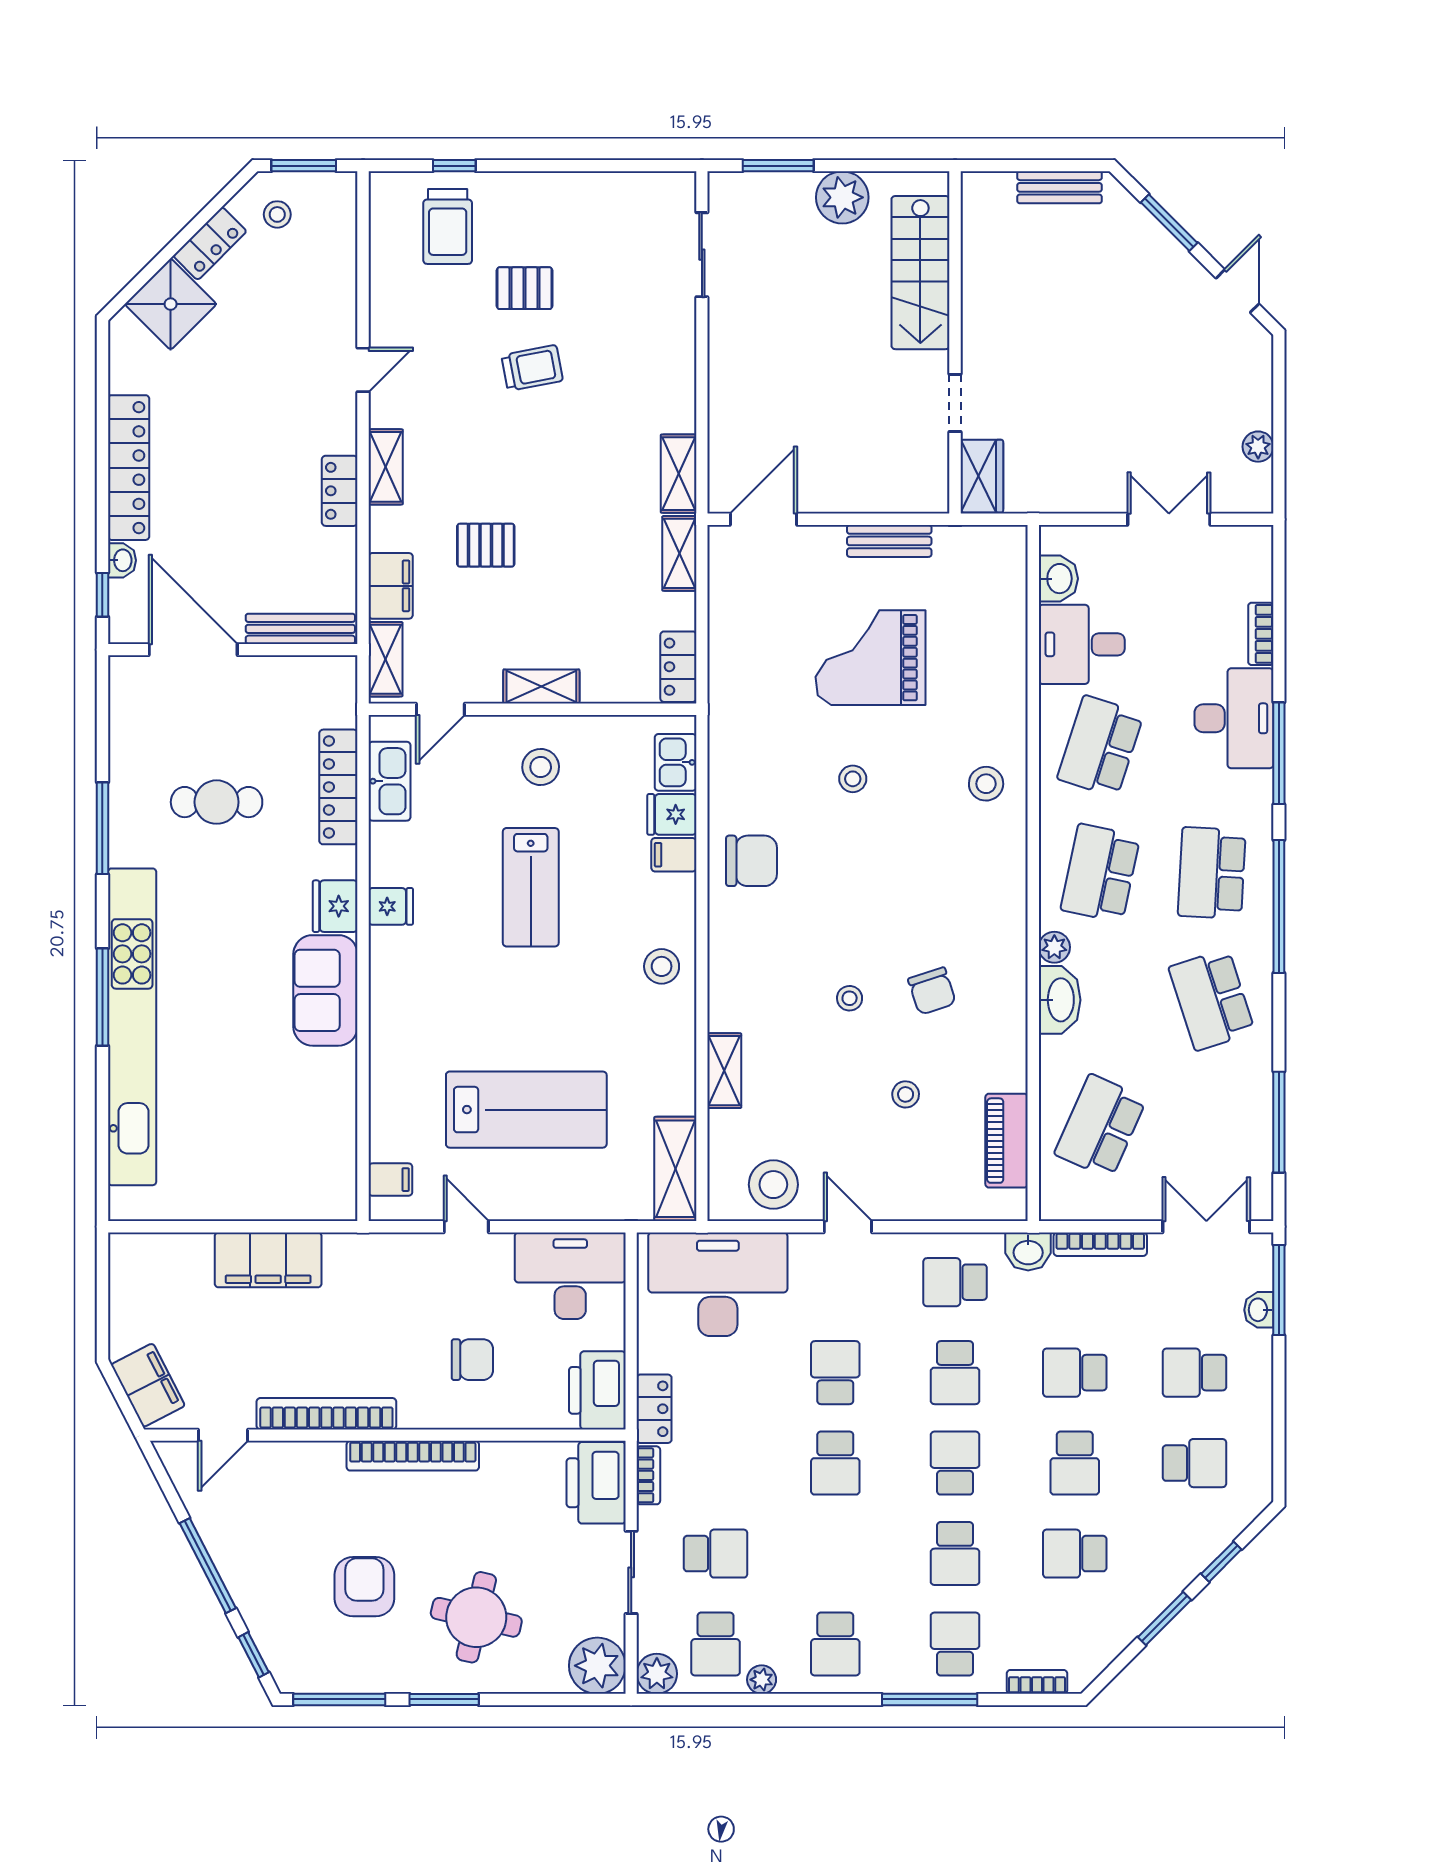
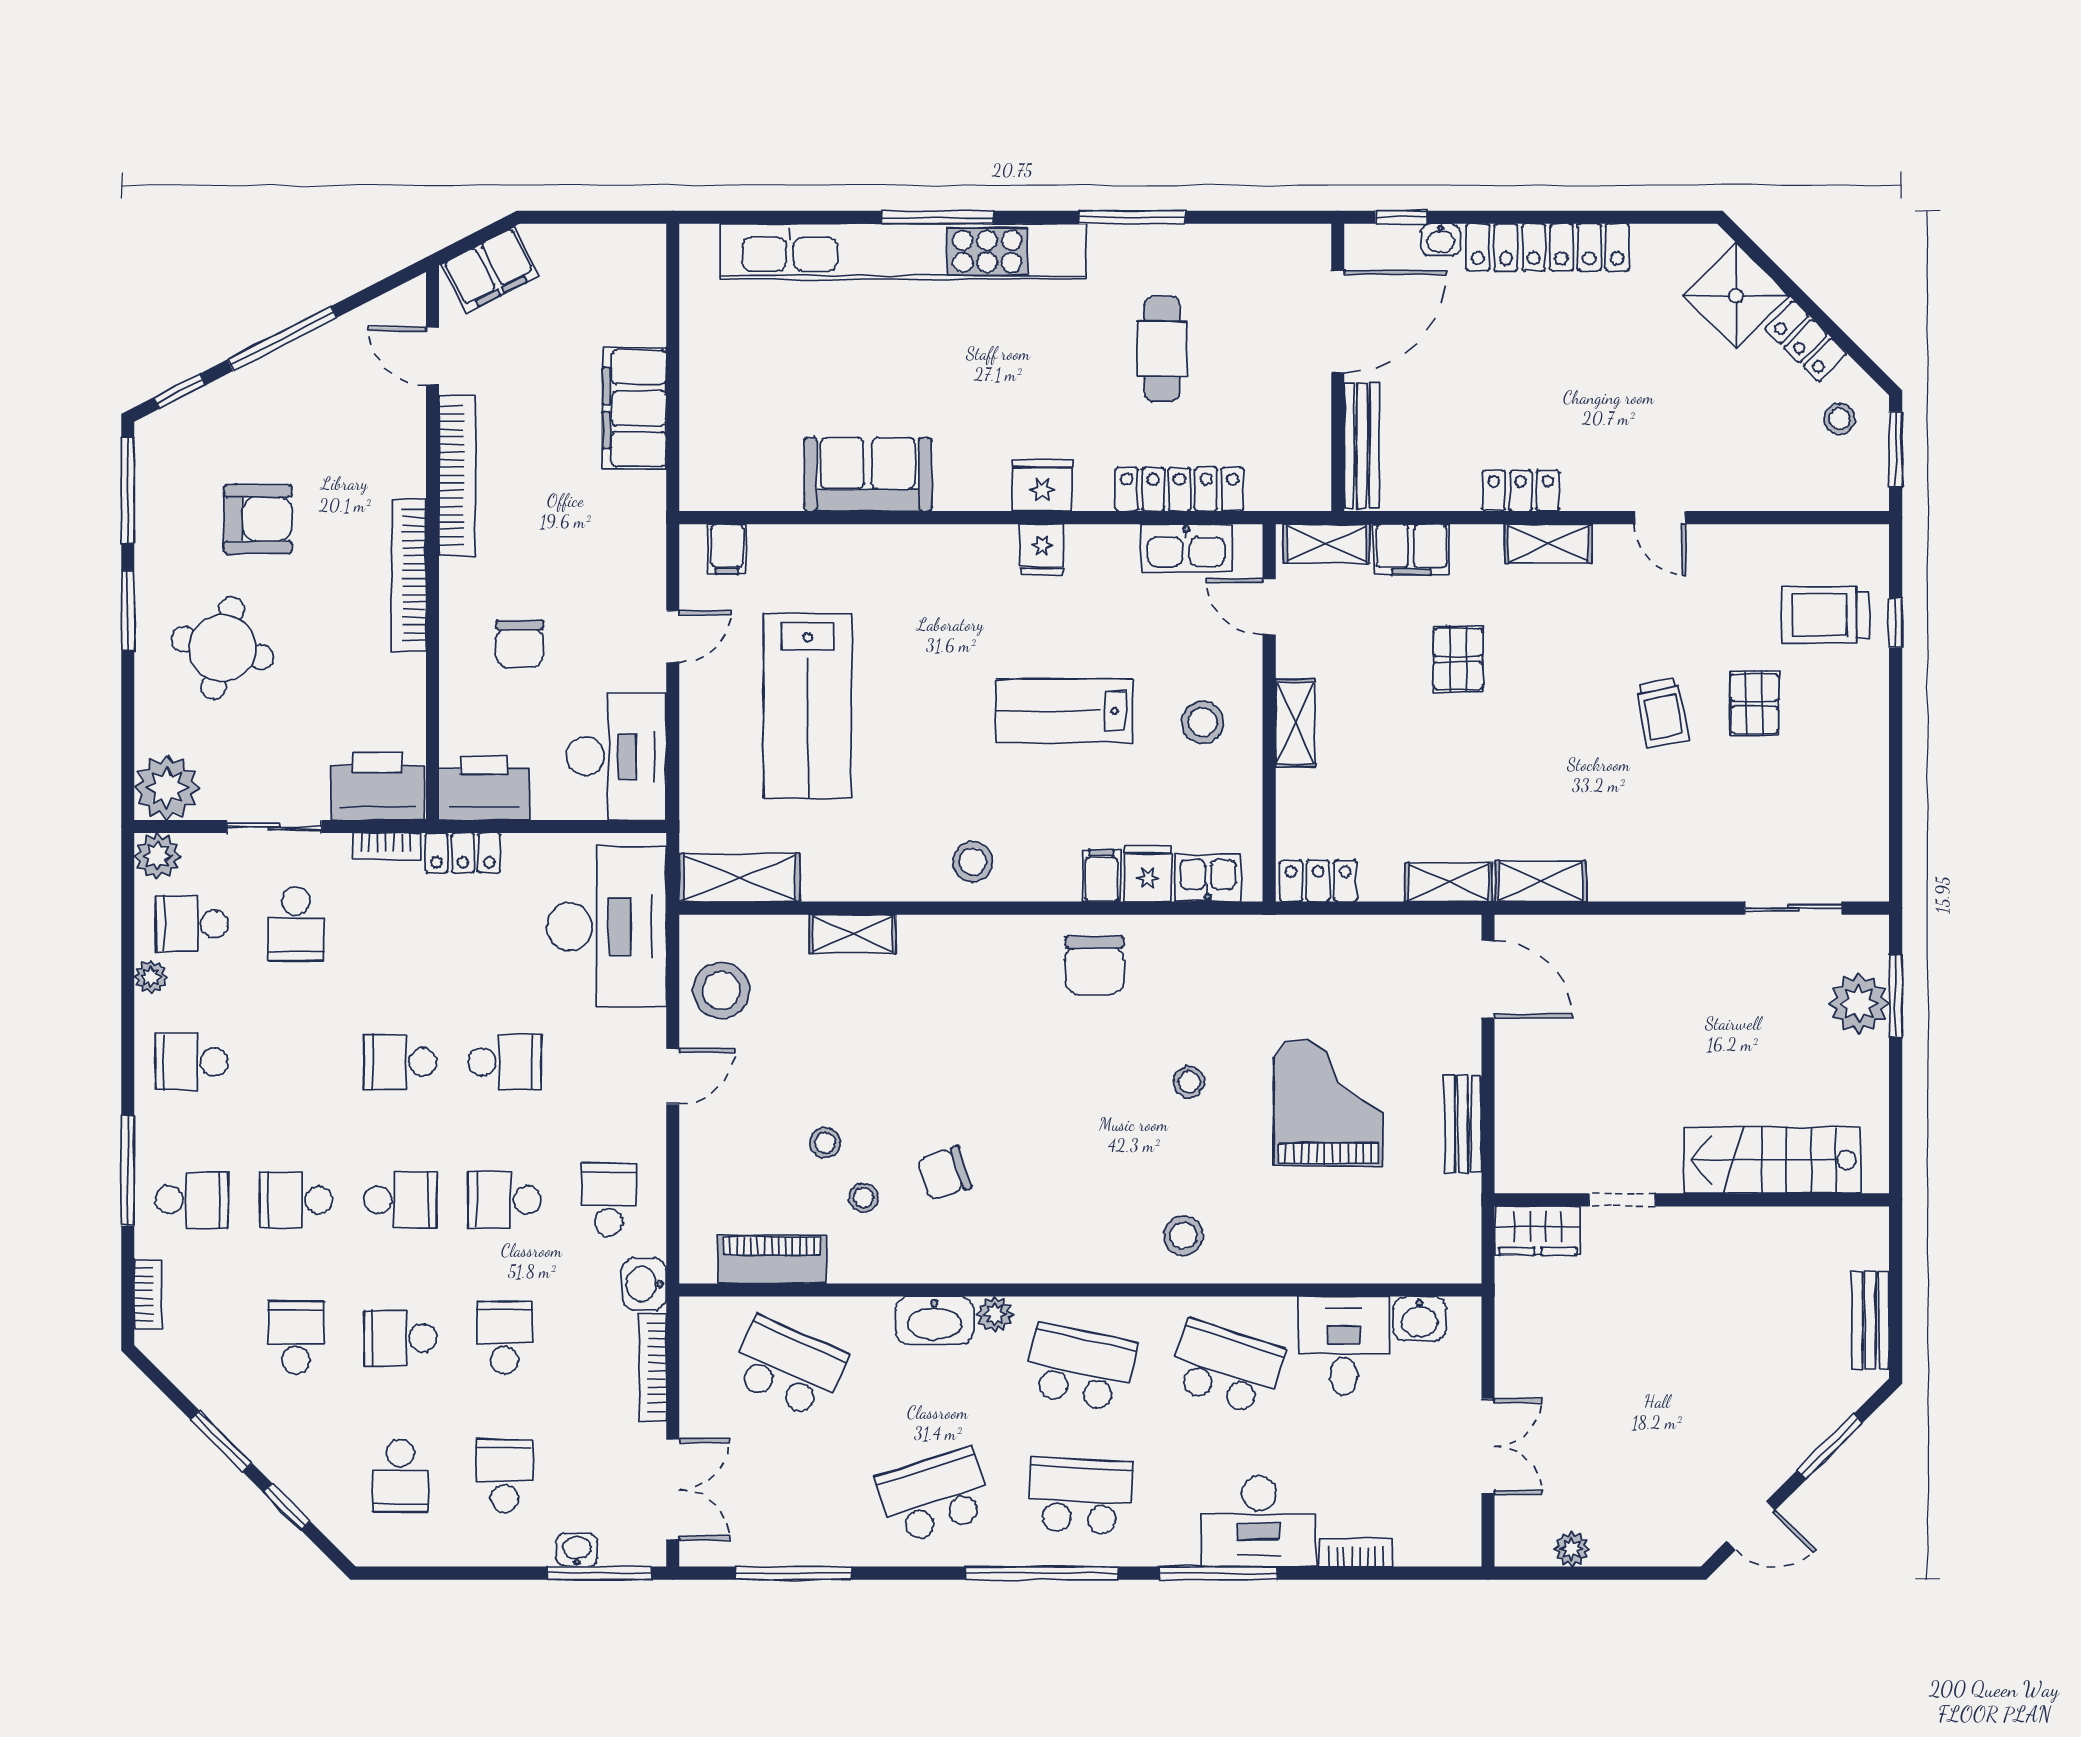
plant: (842, 197) -> (1859, 1003), moved
sofa: (325, 990) -> (868, 474), moved
stool: (850, 998) -> (863, 1197), moved

